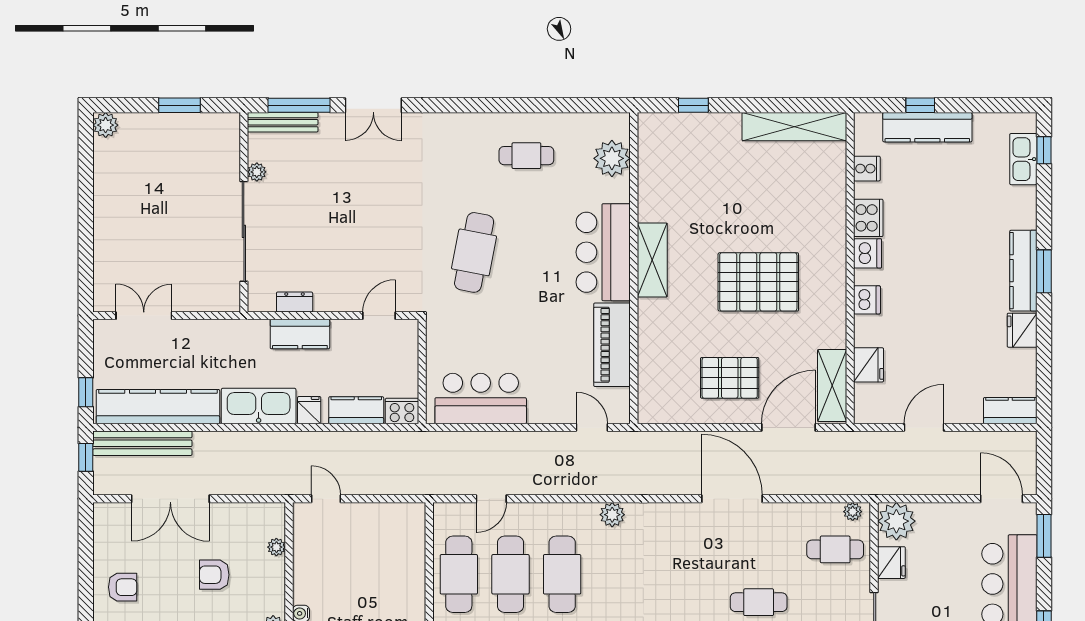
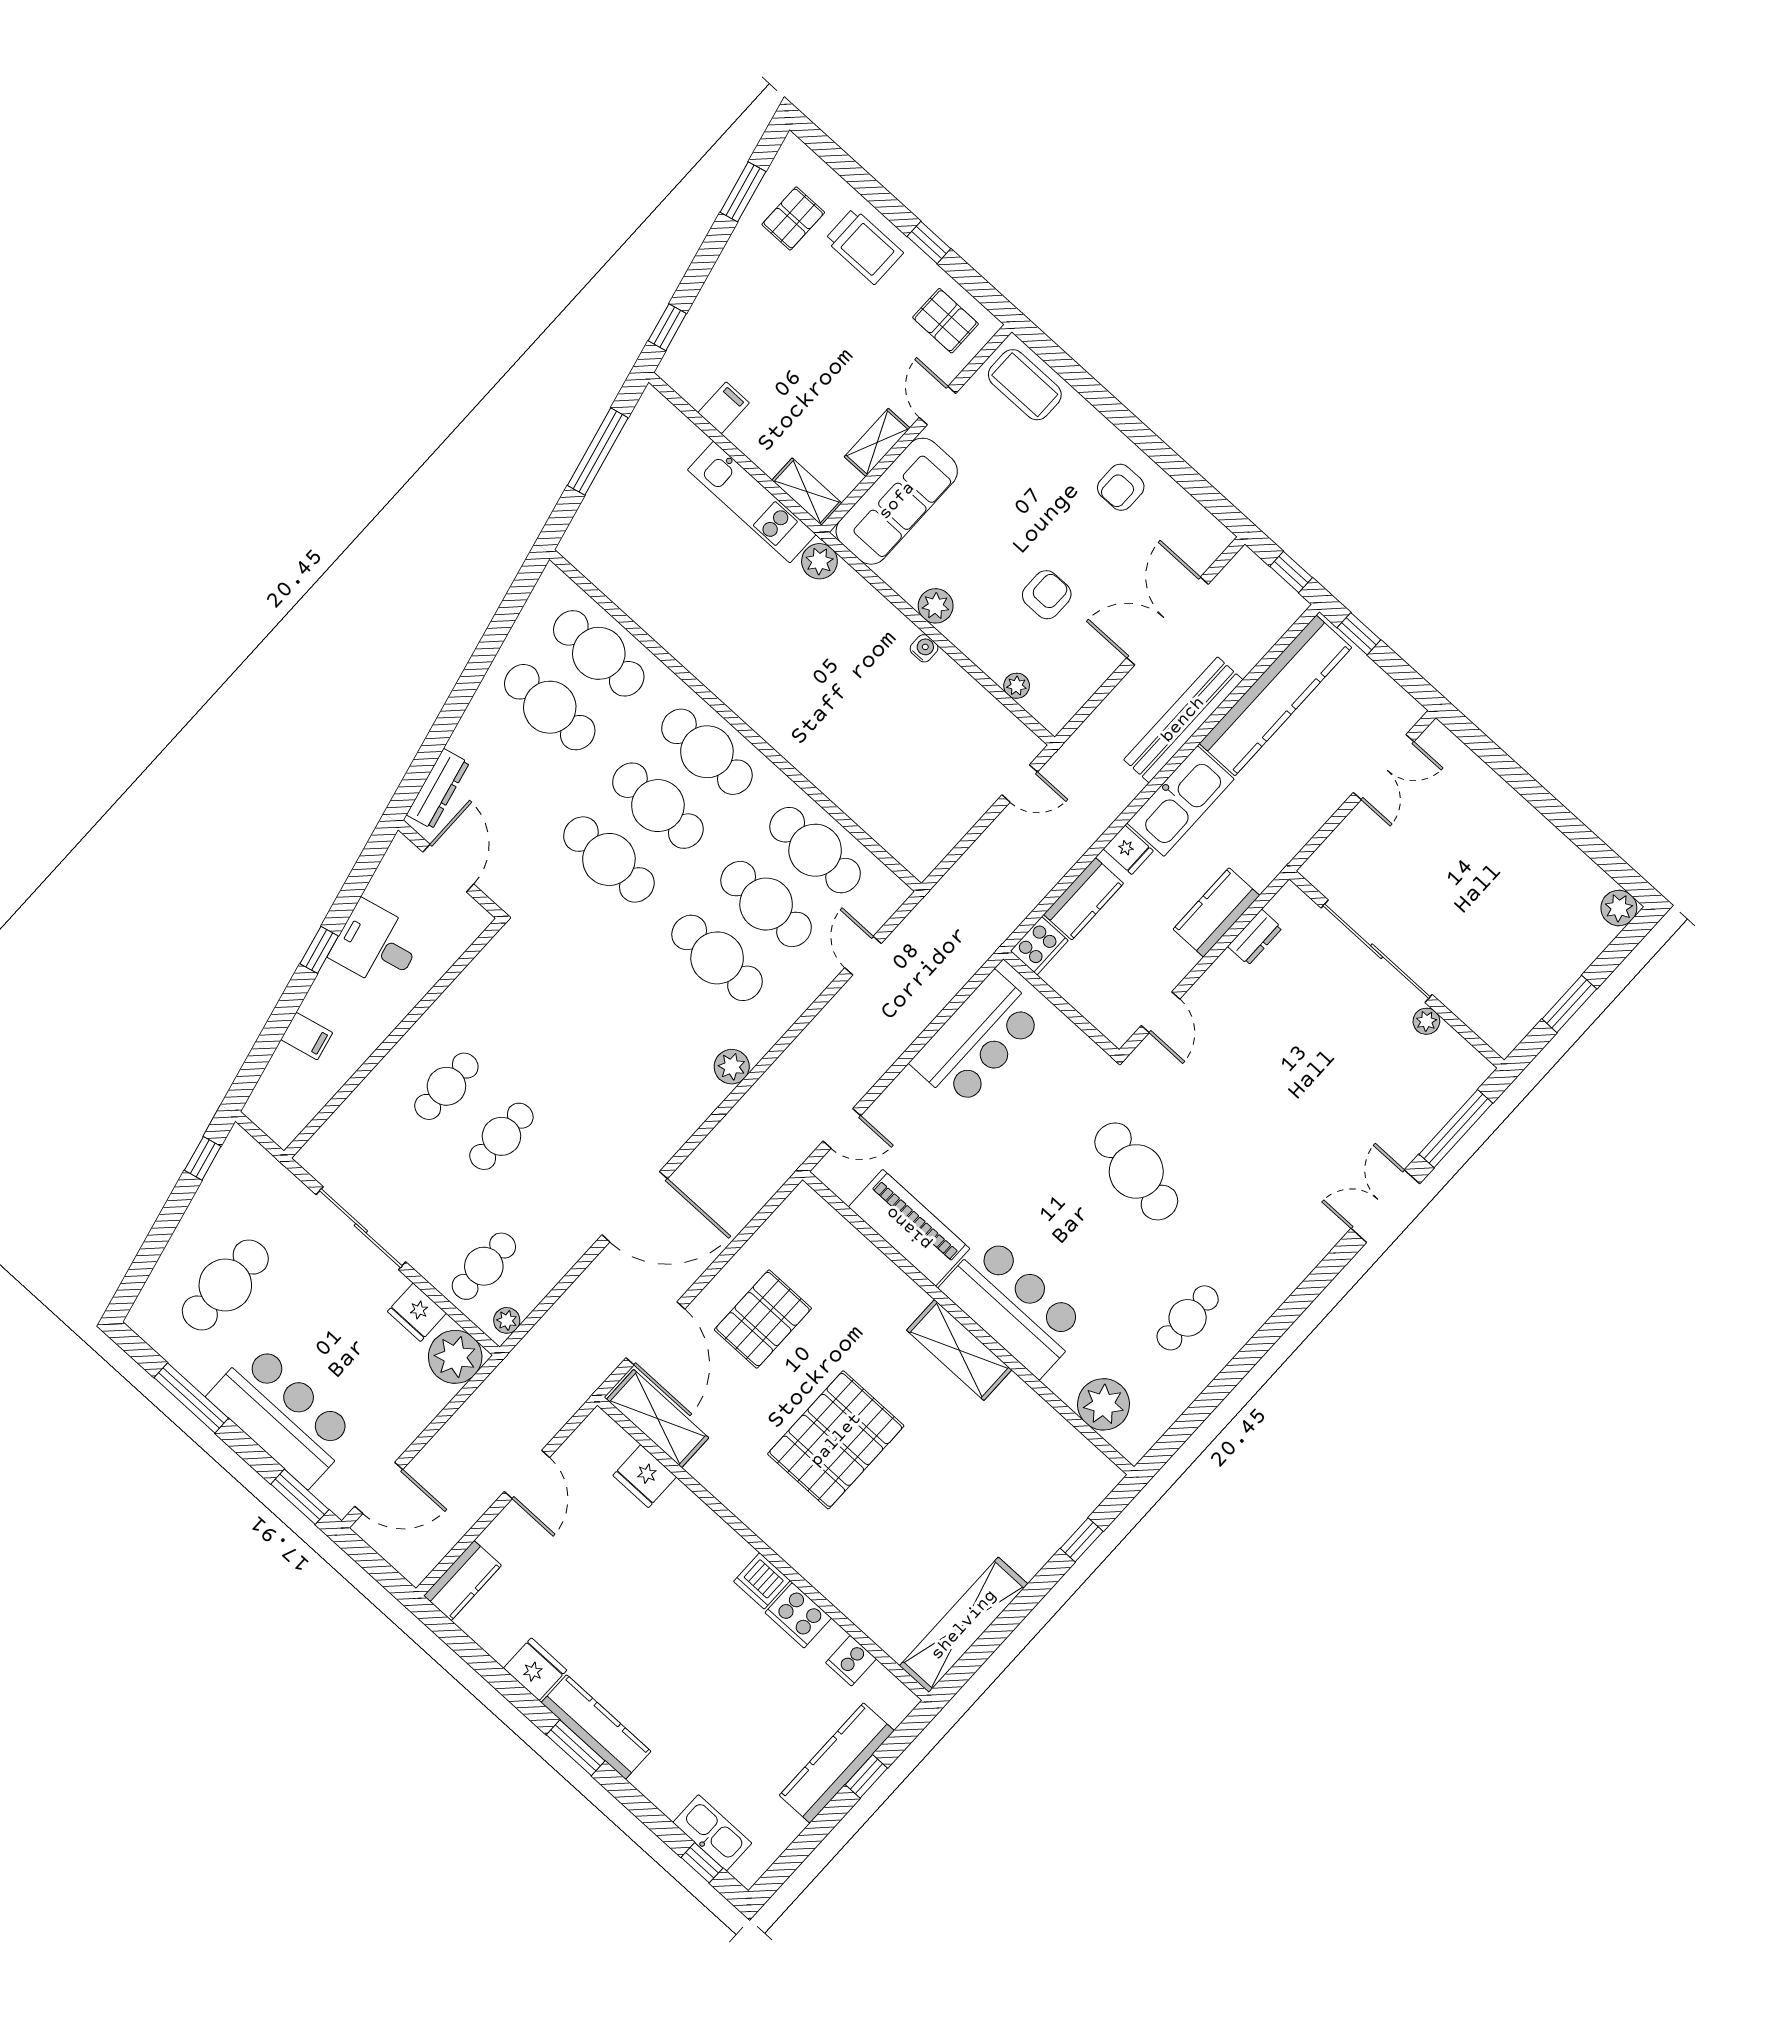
bench: (283, 122) -> (1454, 1095), removed
dishwasher: (867, 300) -> (714, 1536), removed
bench: (142, 443) -> (1183, 720), moved

